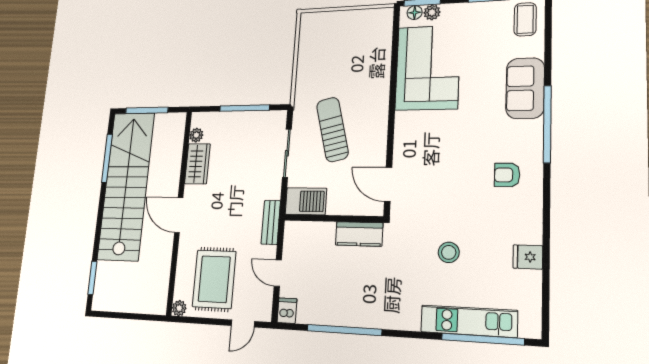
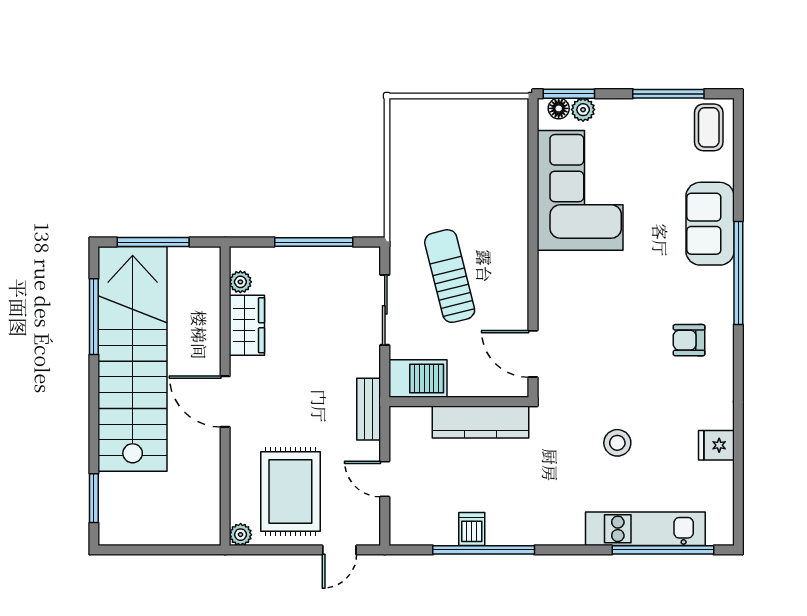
kitchen counter: (359, 234) -> (481, 422), width x1.50
dishwasher: (287, 311) -> (472, 529), moved

